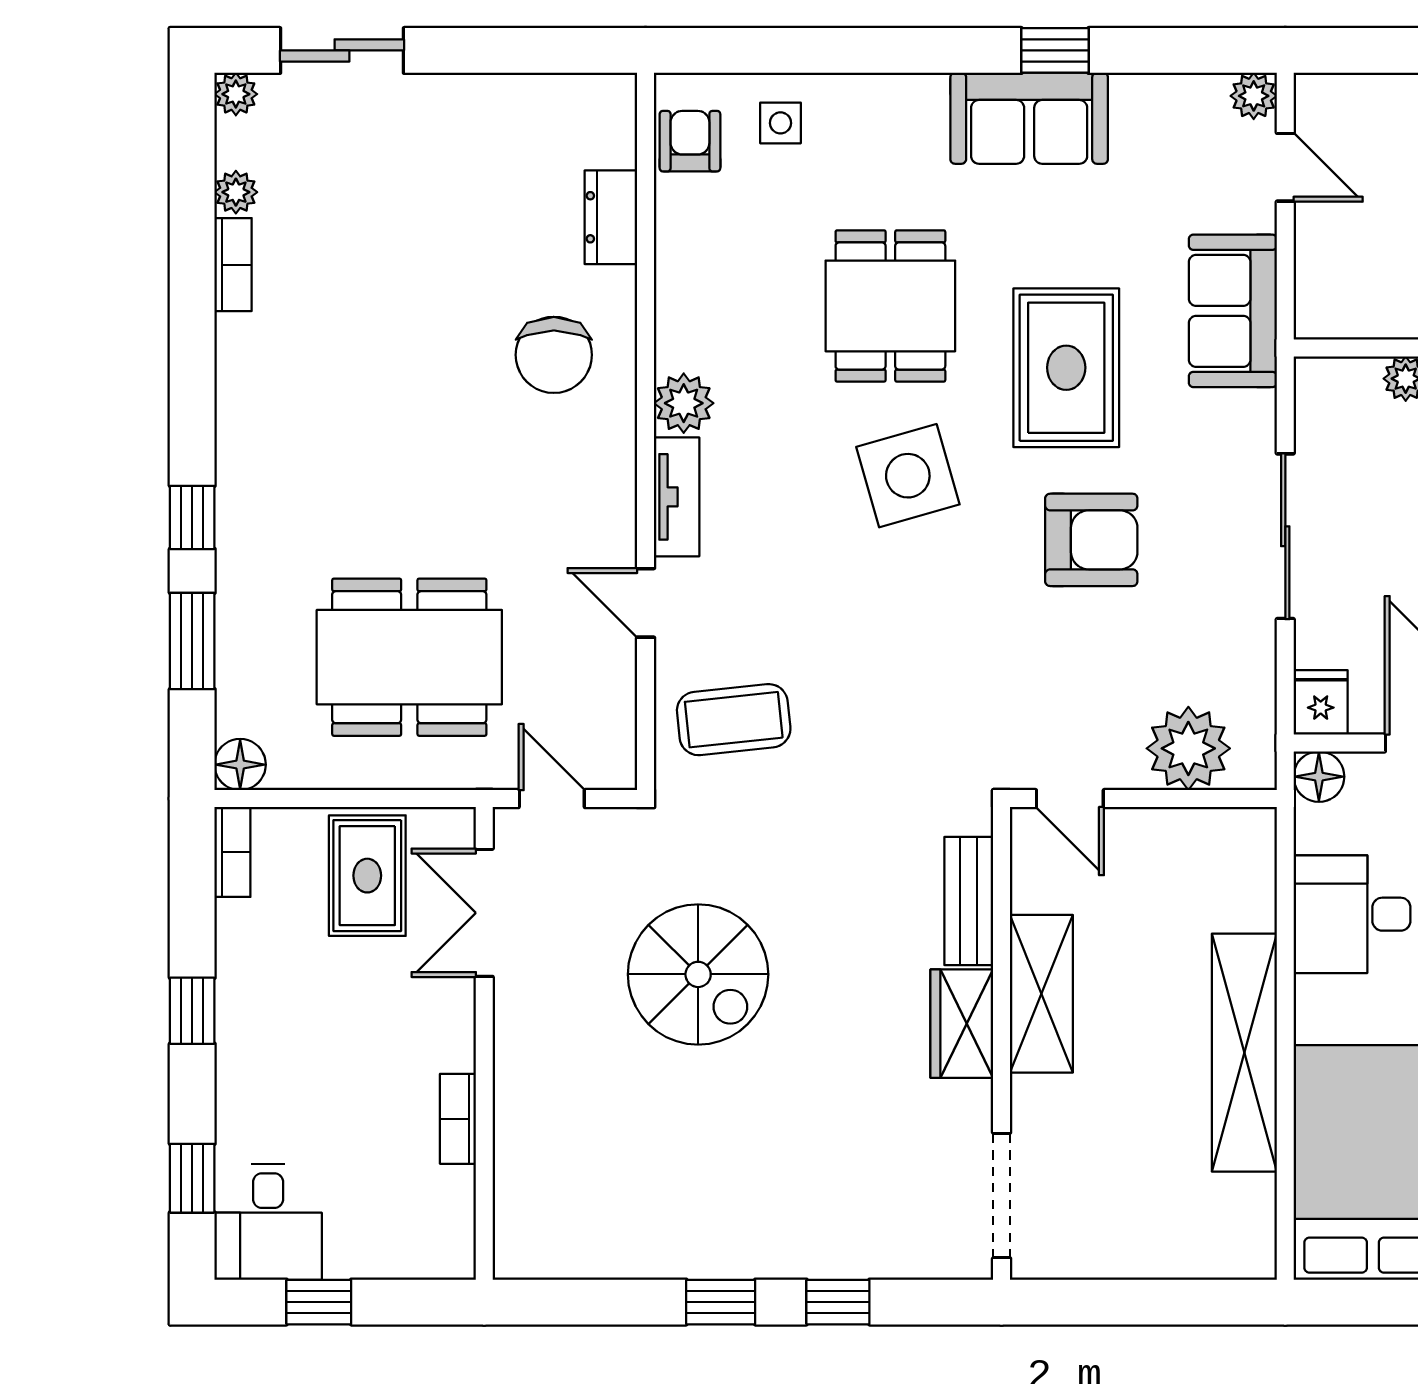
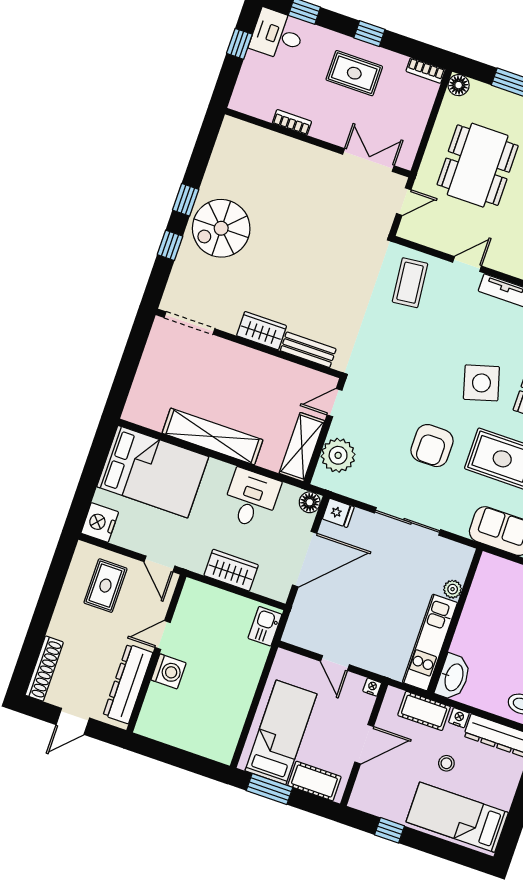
rug: (367, 876) -> (354, 73), moved
spiral stairs: (698, 974) -> (221, 228), moved
shelving: (1041, 994) -> (302, 447), moved, turned 90

